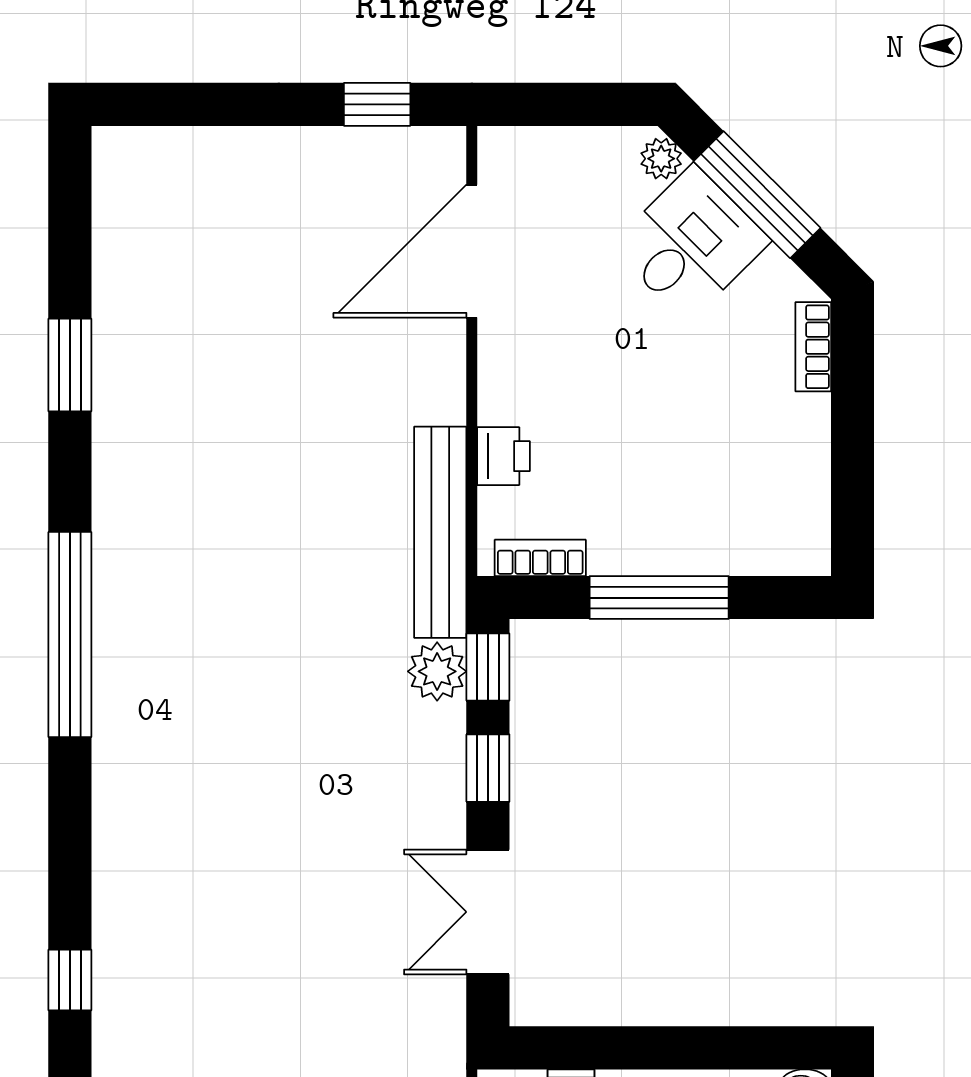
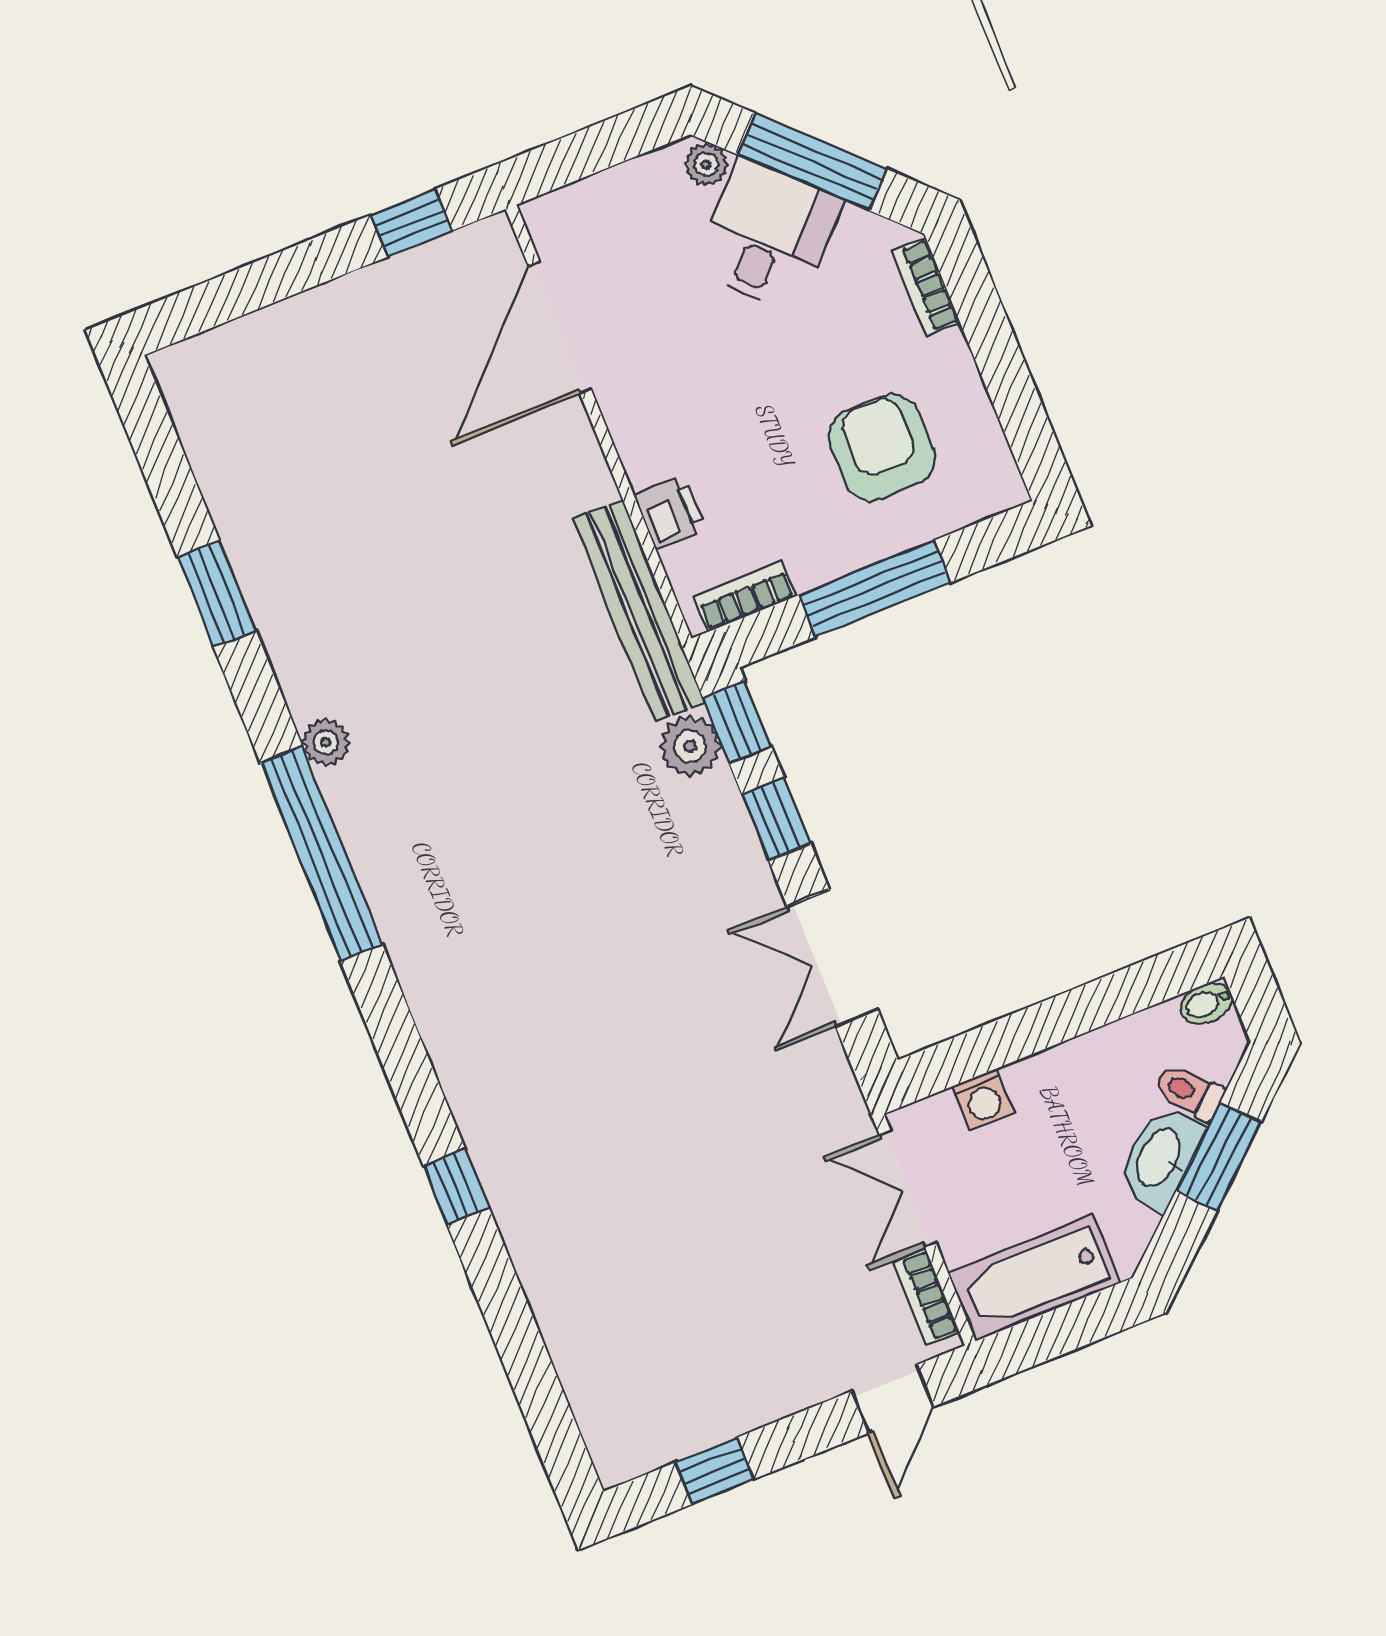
armchair: (716, 474) -> (882, 448), added
plant: (114, 537) -> (326, 742), added

